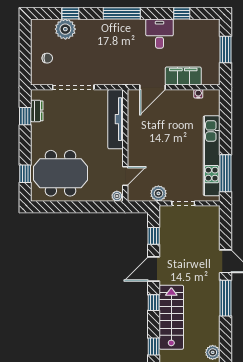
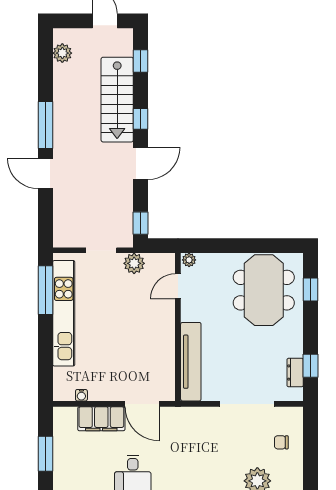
door: (153, 87) -> (142, 404), swing flipped
meeting table: (60, 173) -> (264, 290), turned 90
window: (154, 236) -> (141, 223), moved

